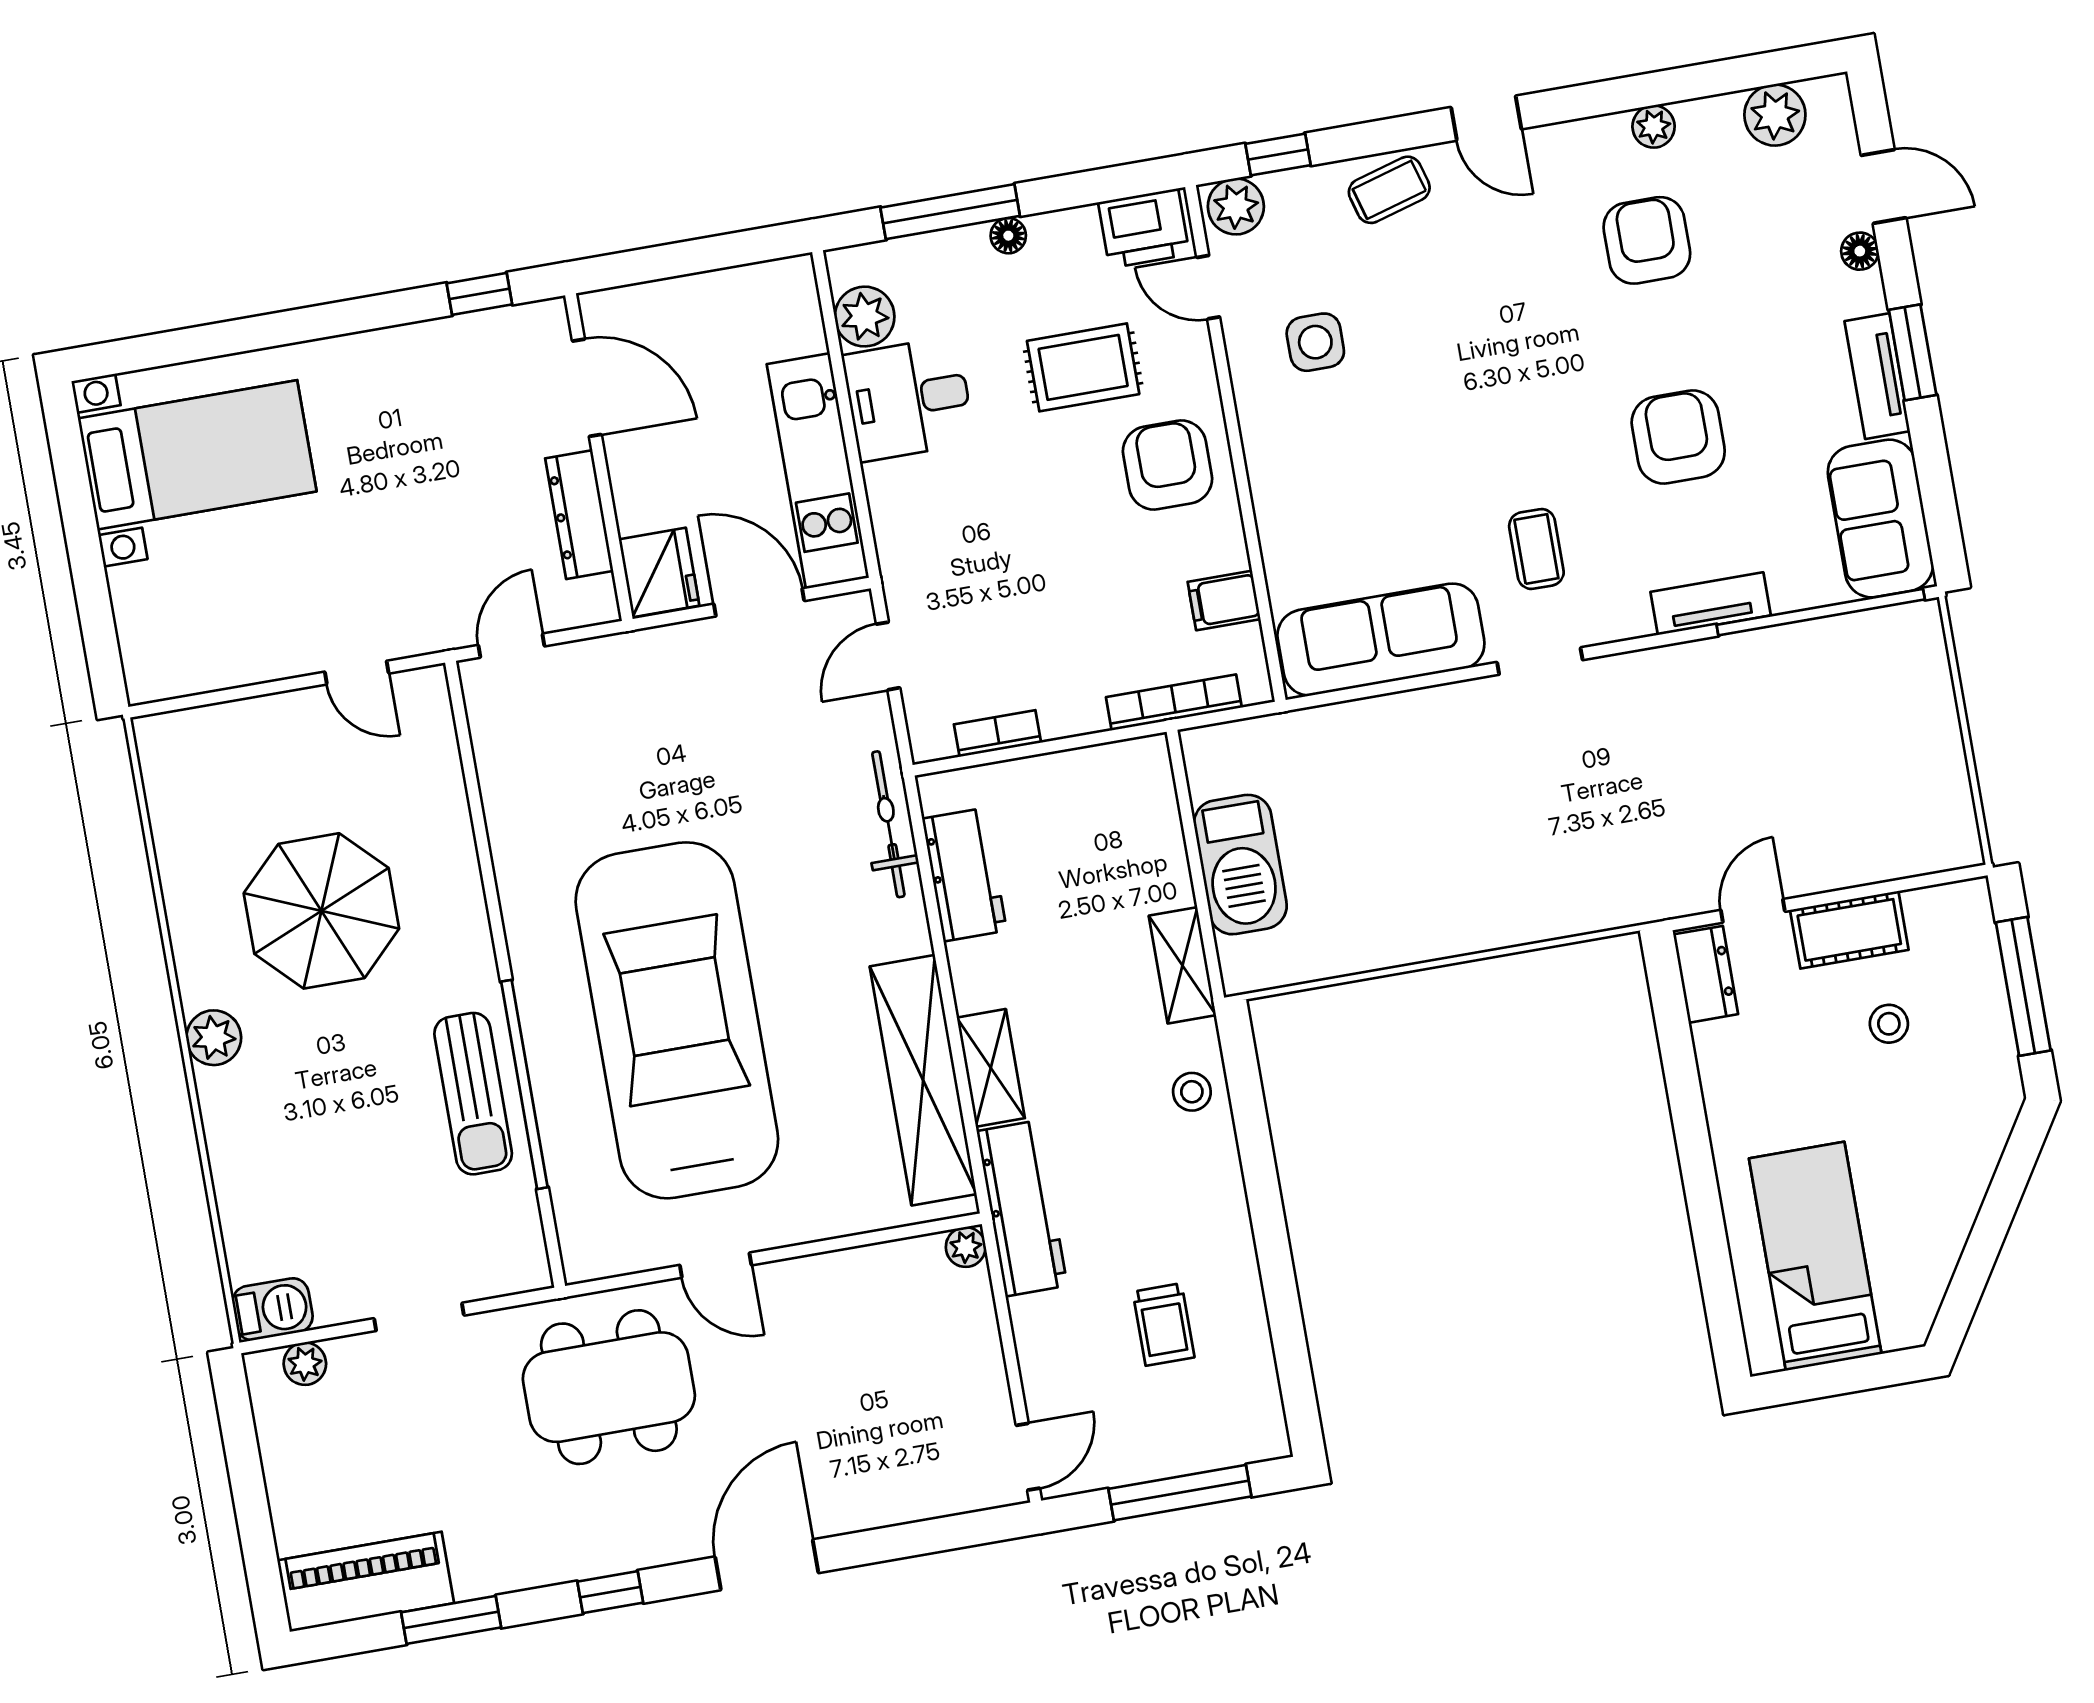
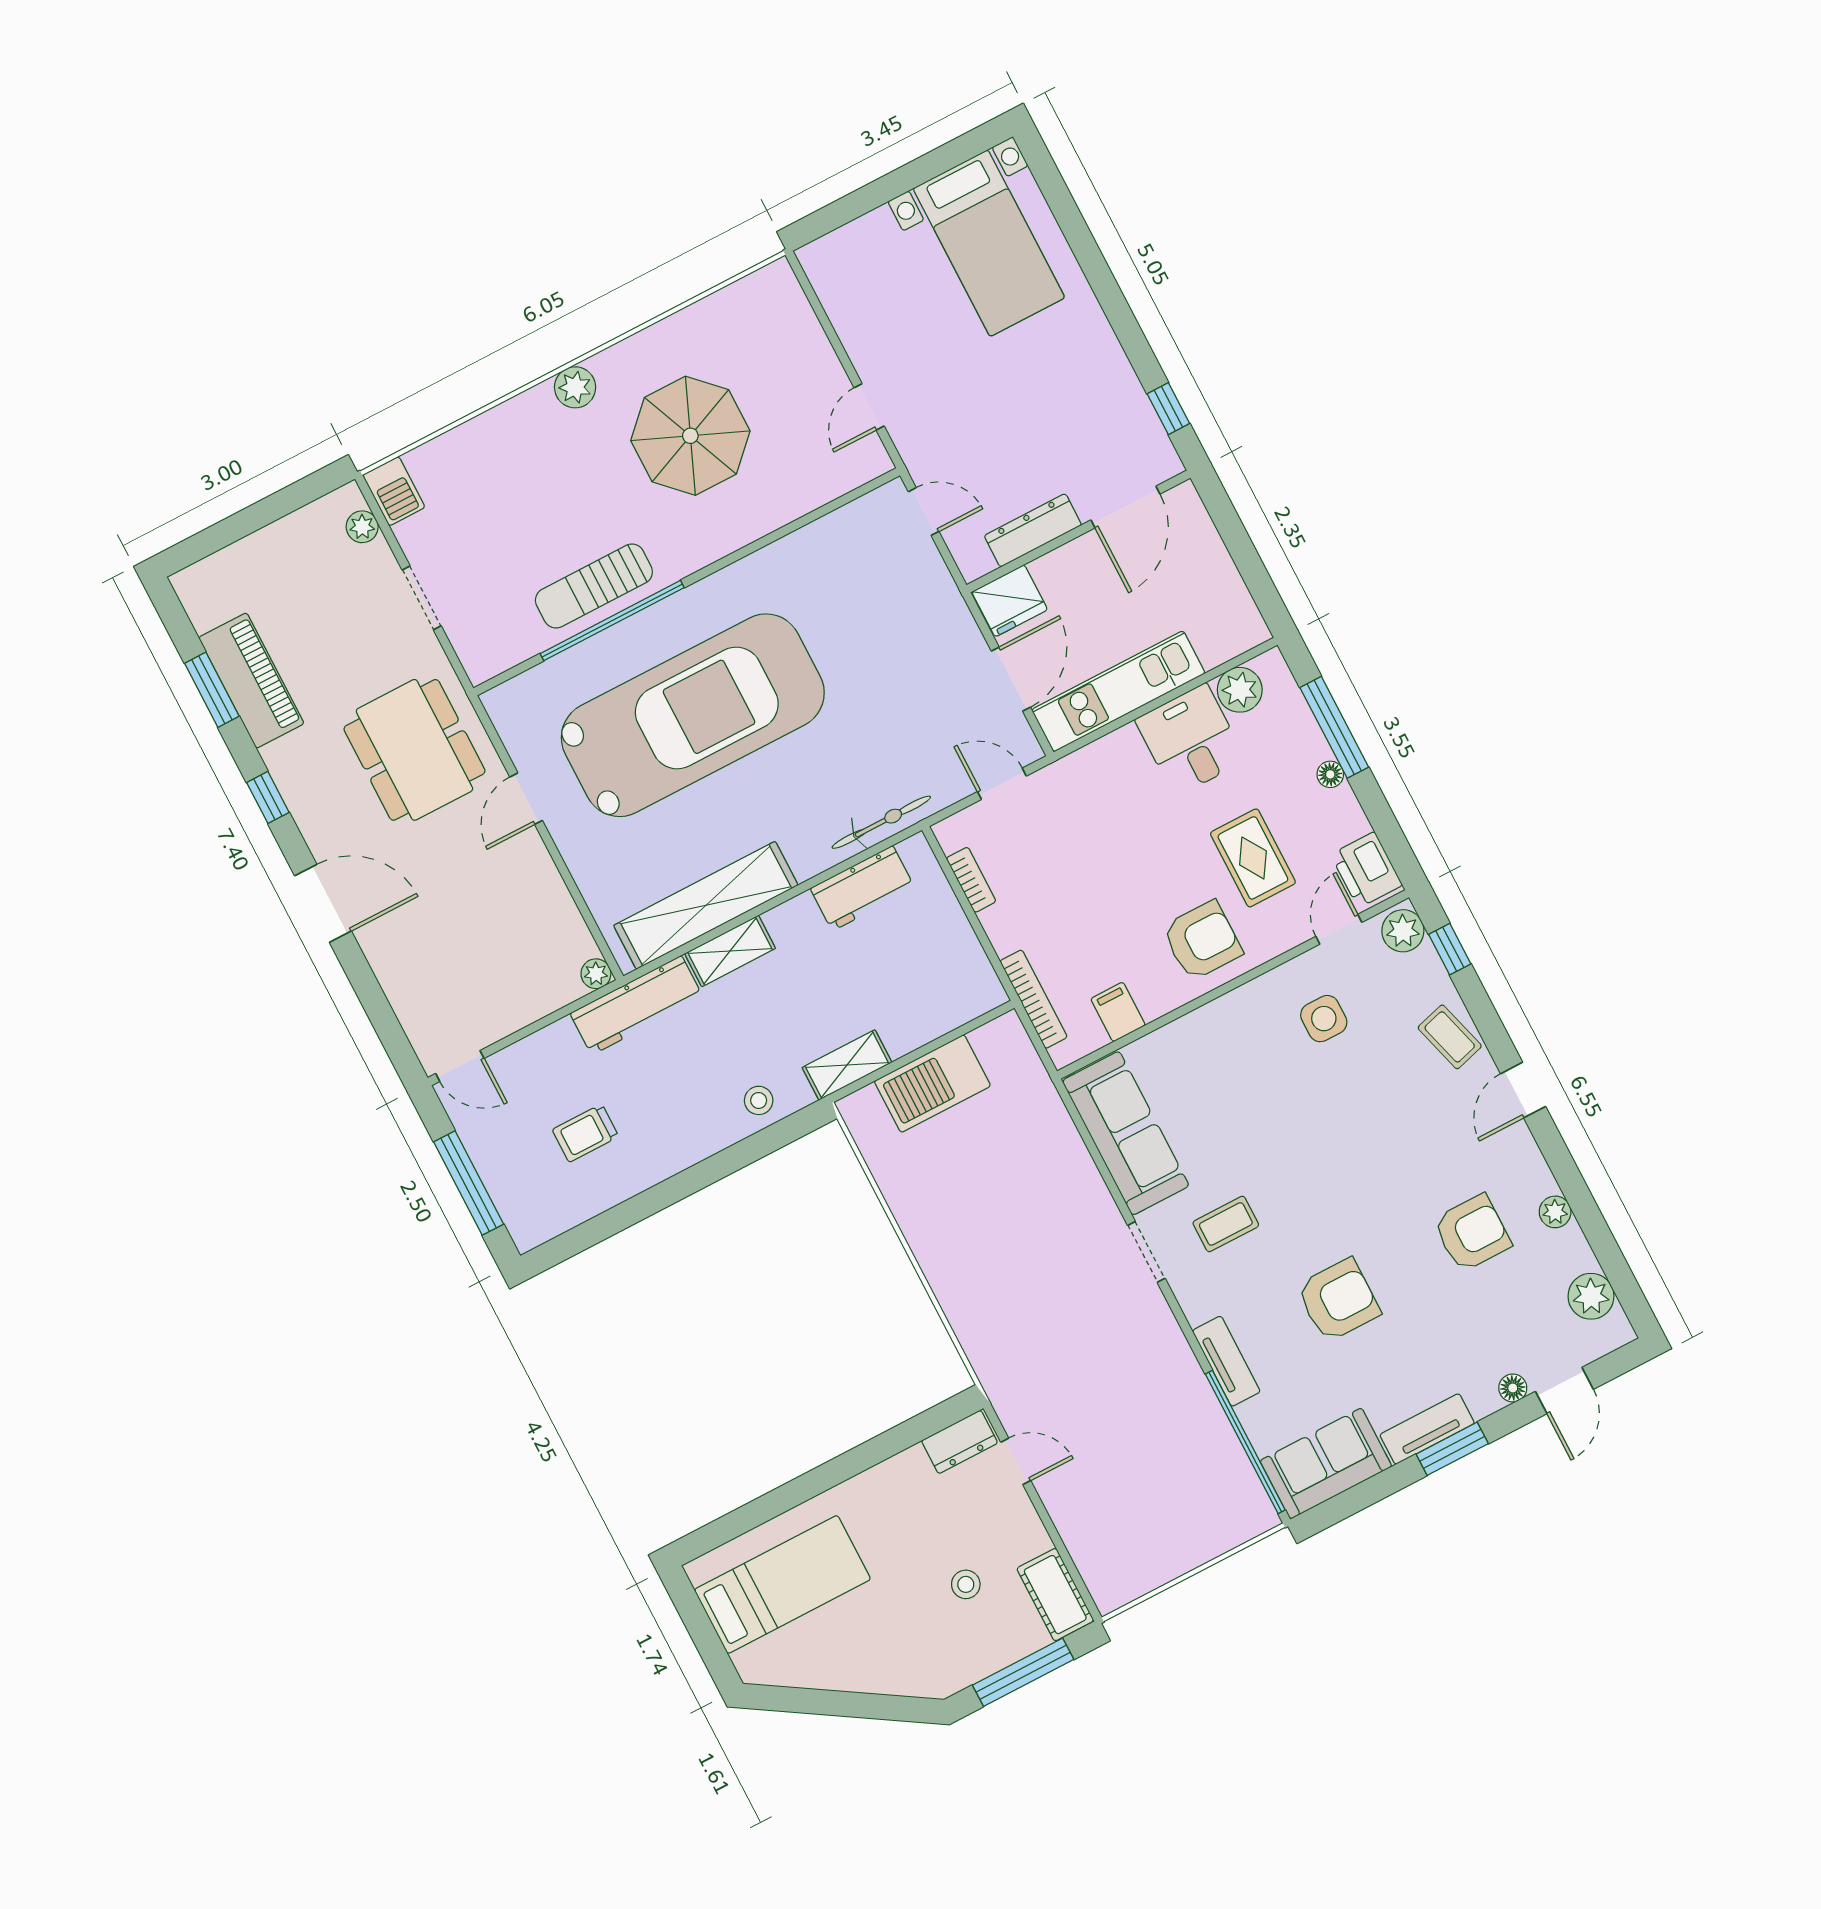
cot: (1849, 930) -> (1055, 1595), moved
piano: (366, 1582) -> (251, 681), moved

